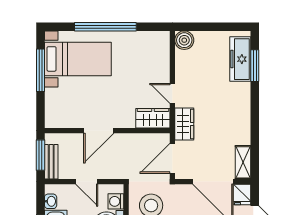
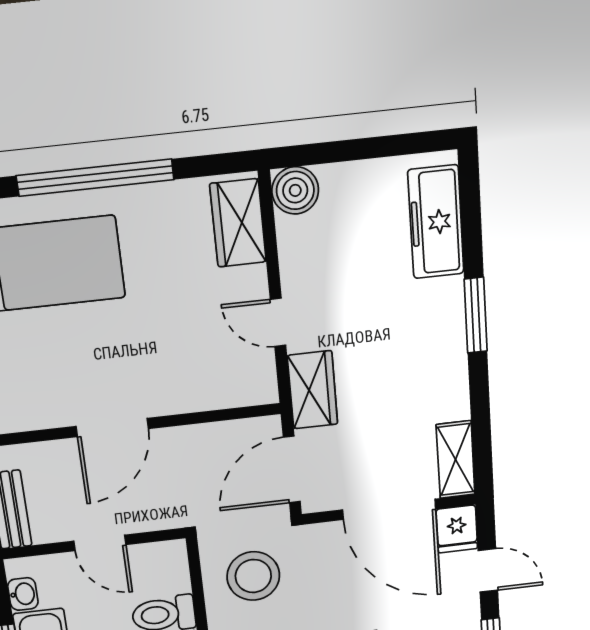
window: (255, 66) -> (476, 315), moved
wardrobe: (153, 118) -> (238, 223), moved, turned -90
washing machine: (116, 201) -> (172, 577), removed

